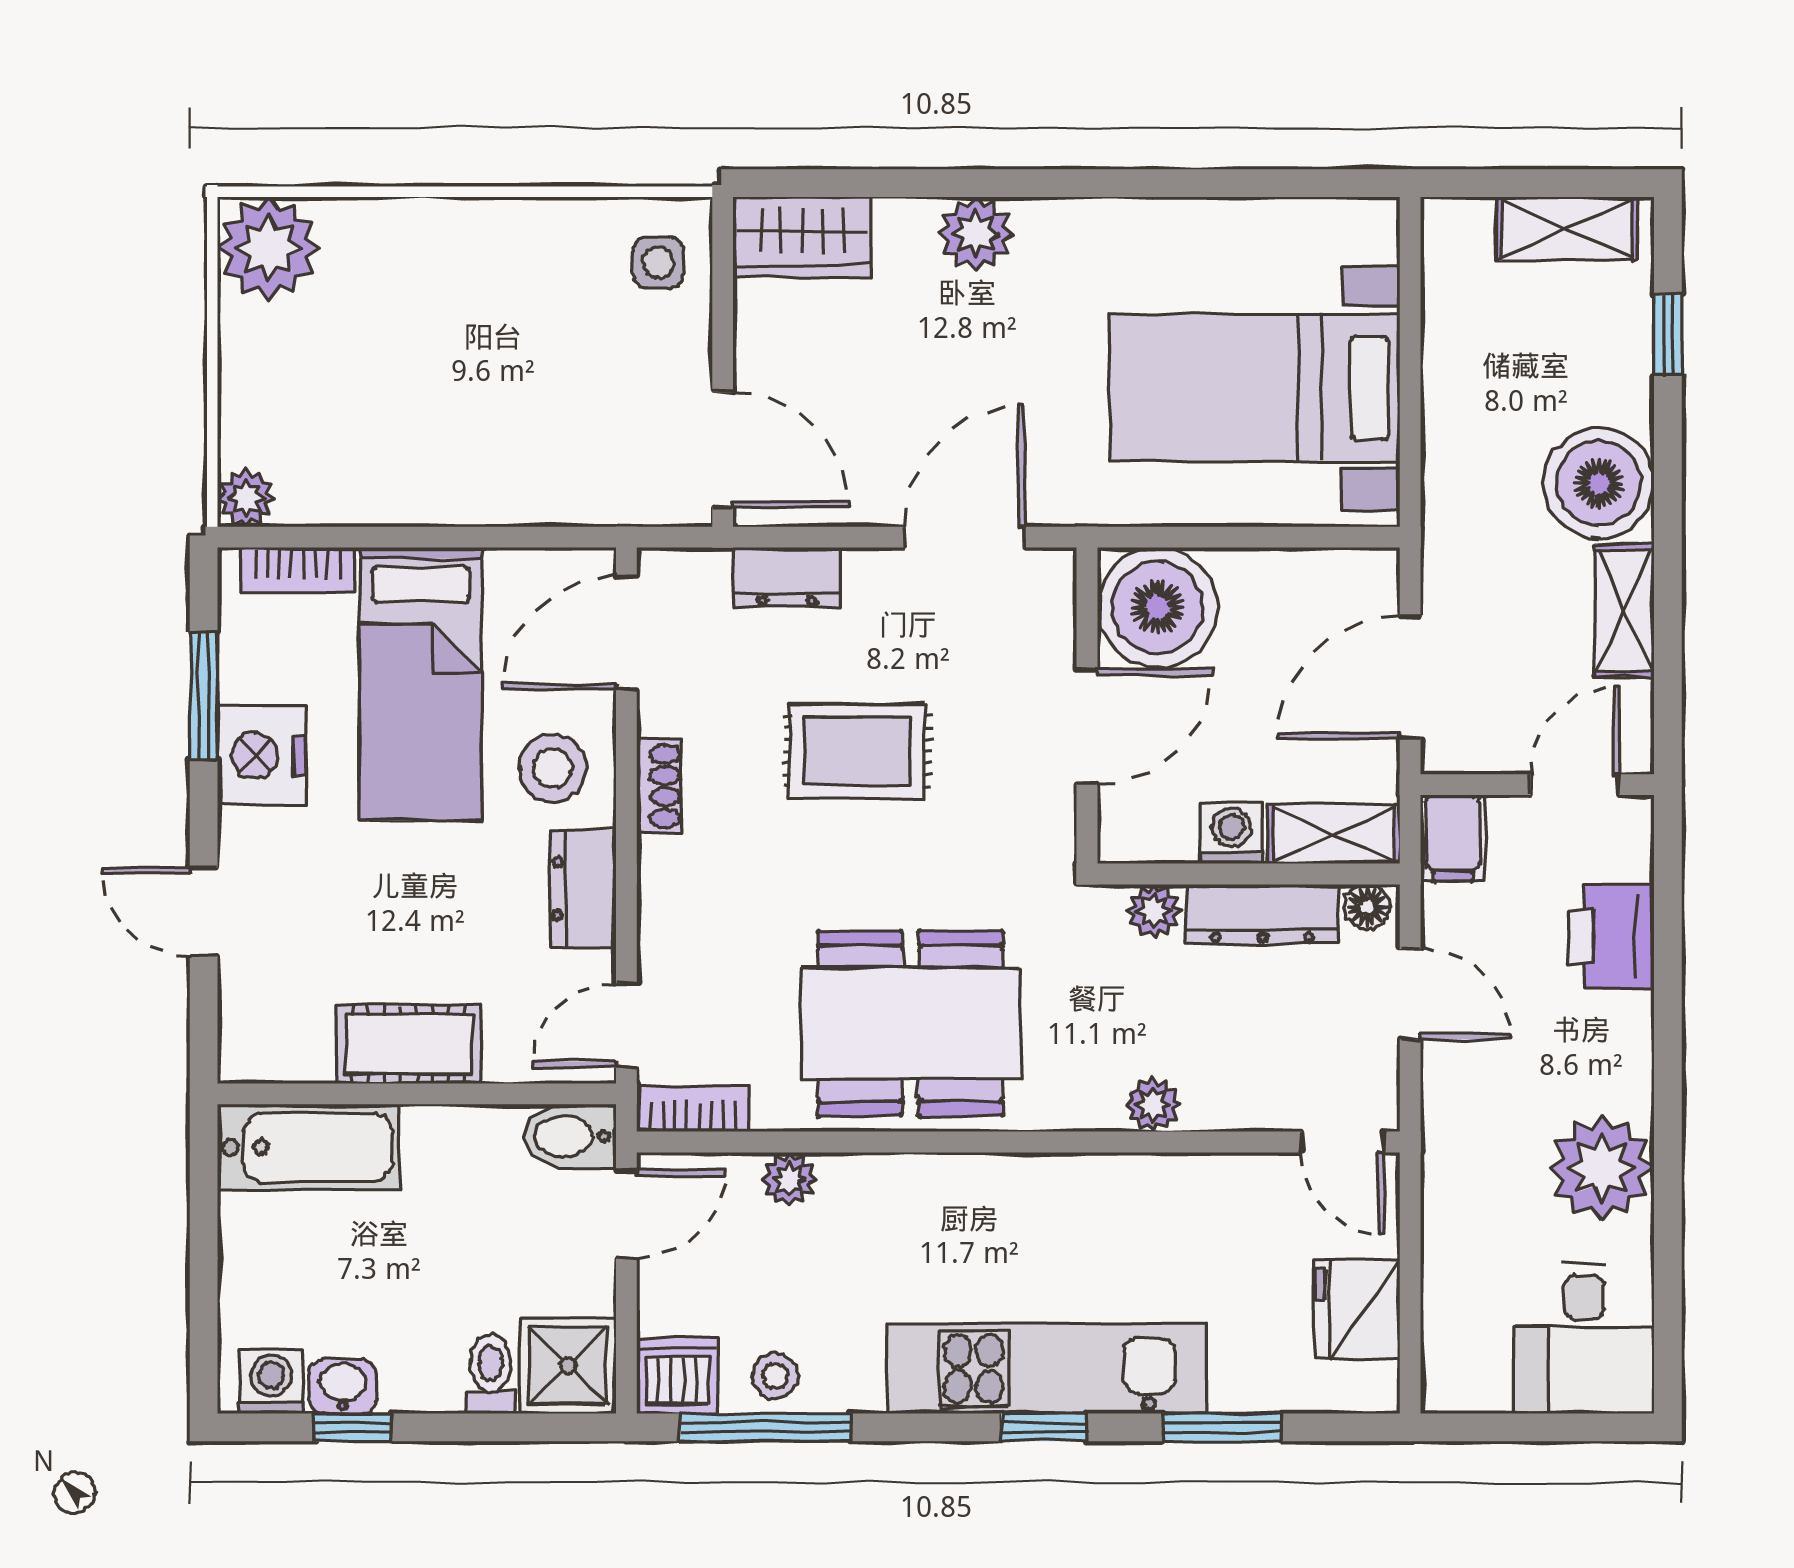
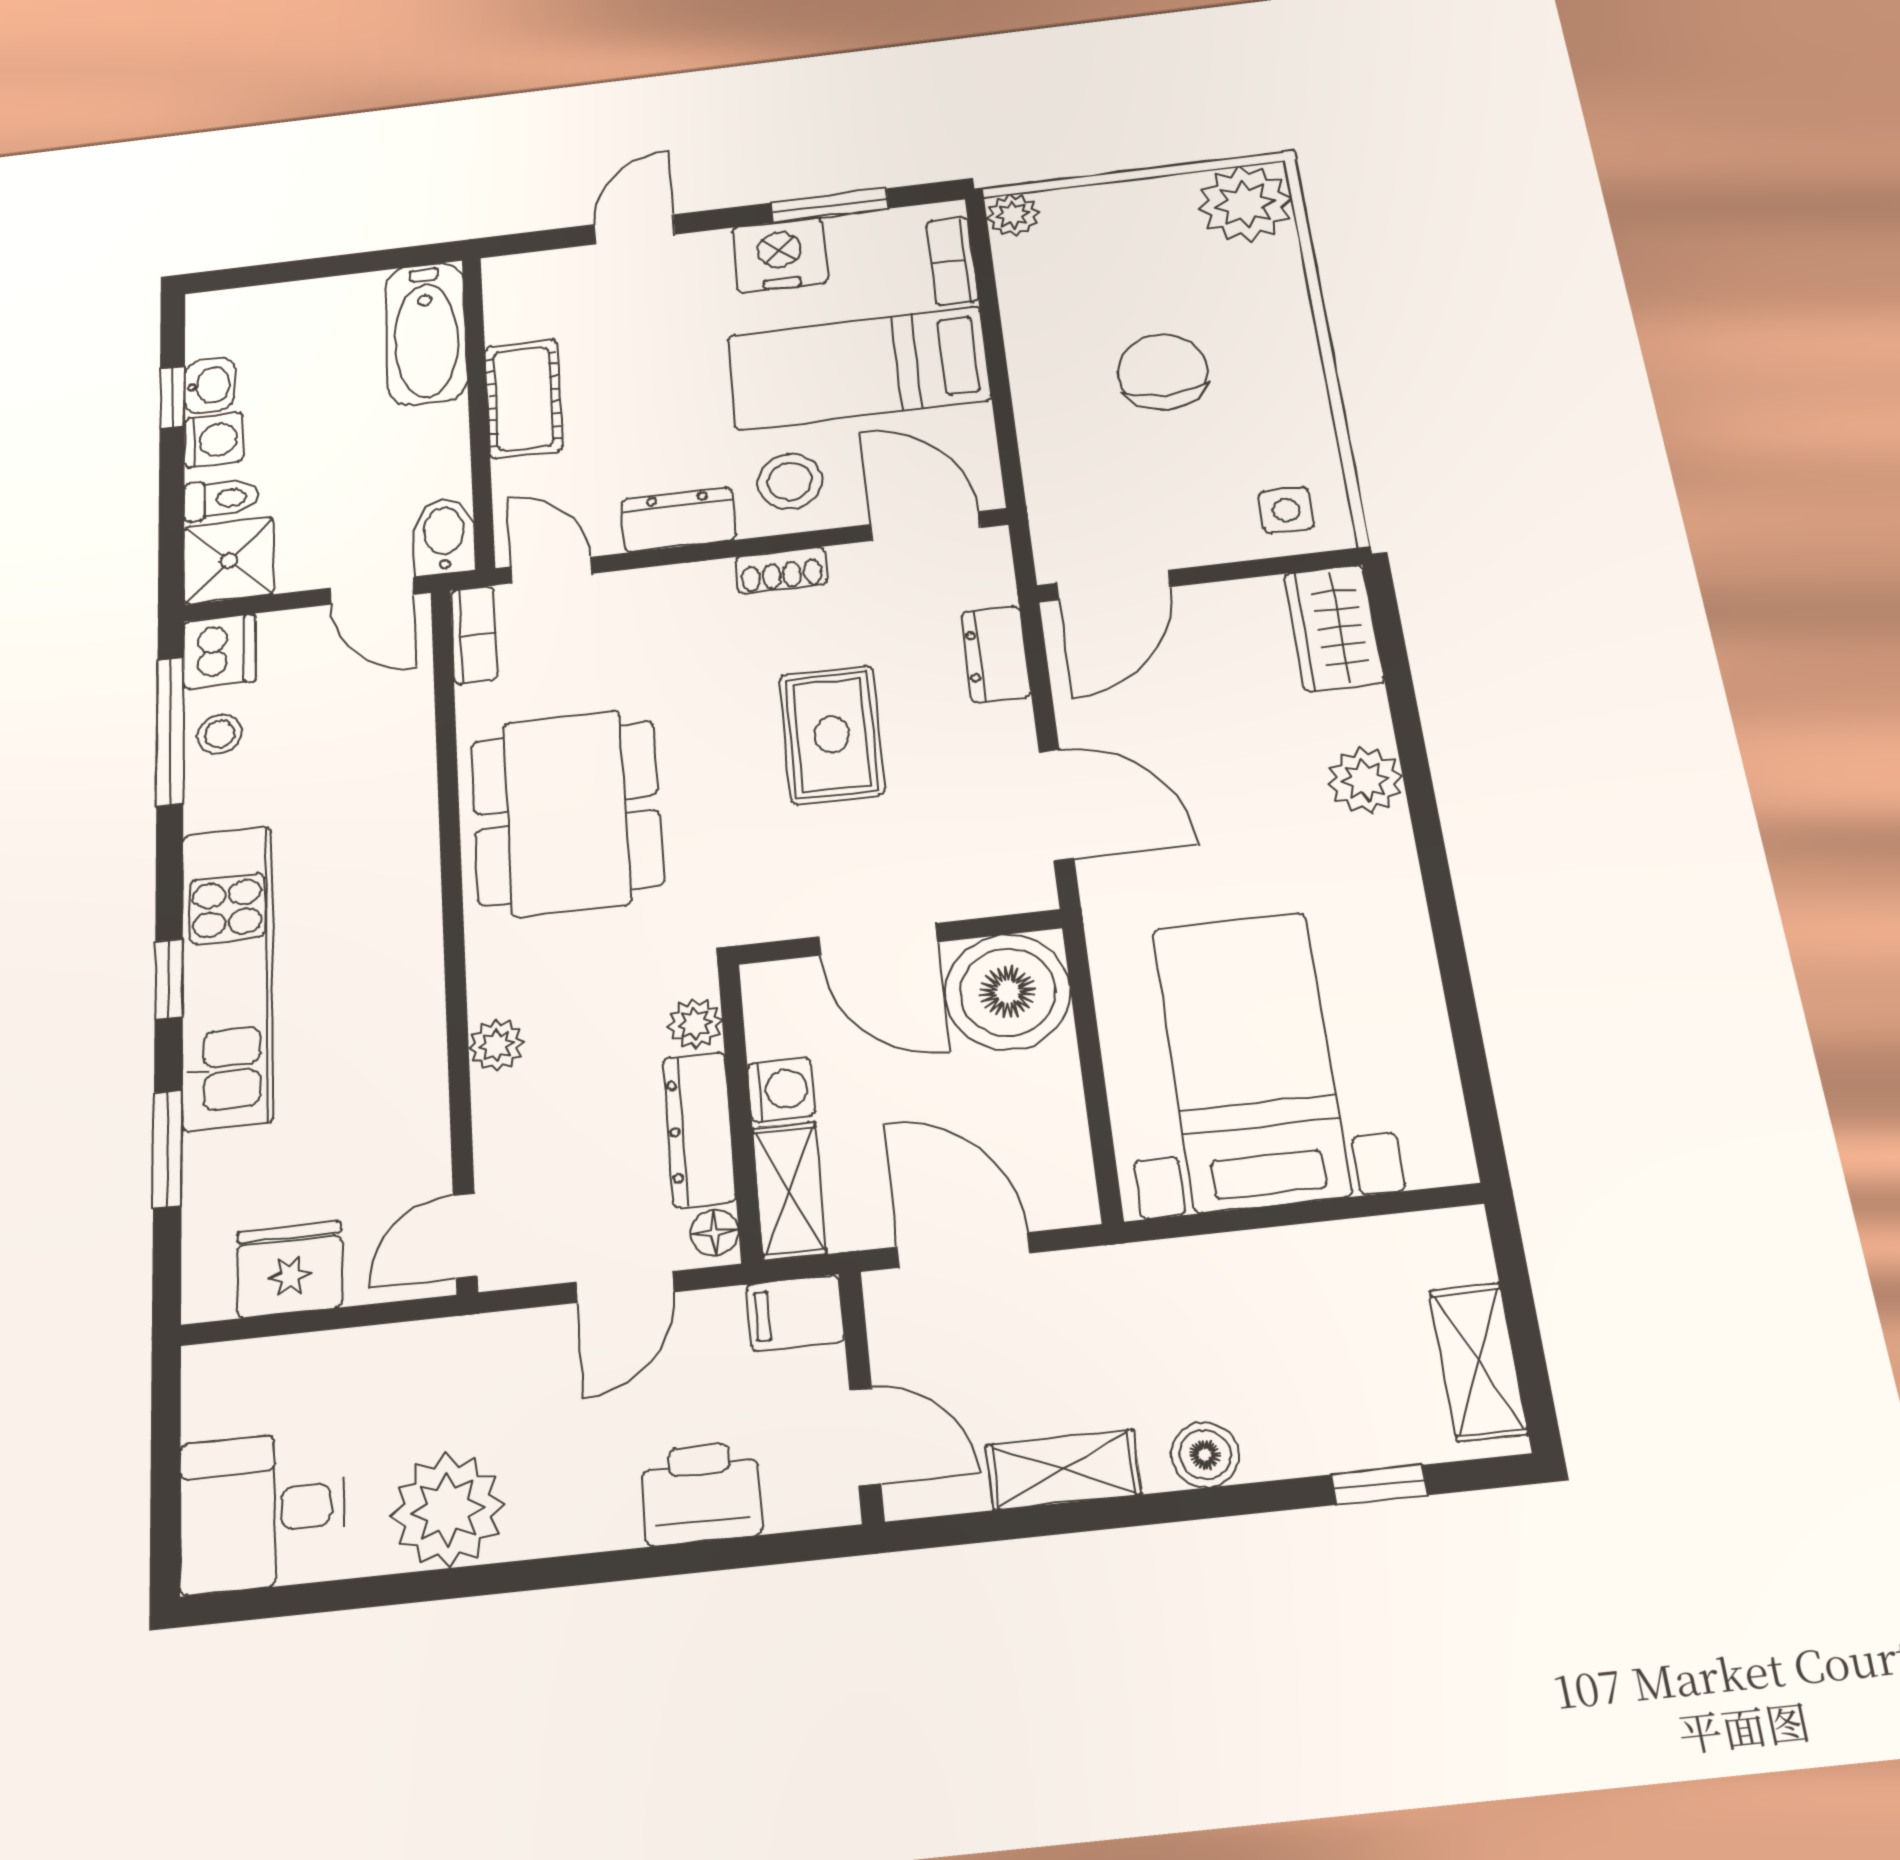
chair: (472, 365) -> (1163, 372), added
boiler: (1599, 483) -> (1205, 1455), width x0.54, depth x0.54
plant: (789, 1179) -> (410, 724), removed
washing machine: (271, 1382) -> (214, 440), moved

